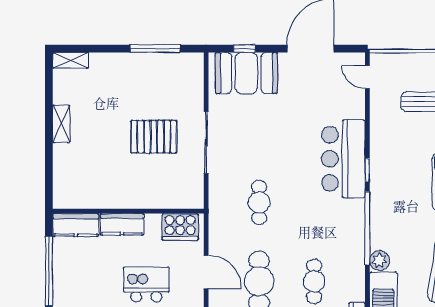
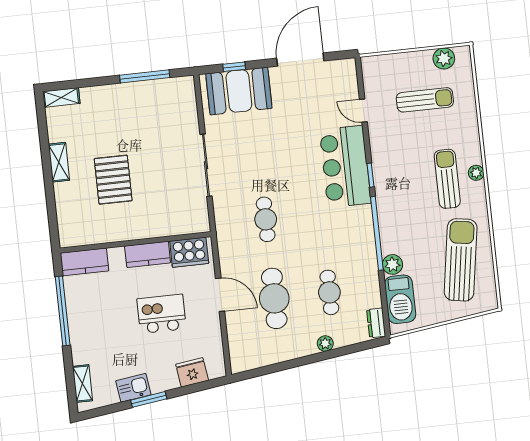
door: (367, 77) -> (363, 111), moved
pallet: (154, 137) -> (113, 180), moved, turned 90
kitchen counter: (122, 224) -> (148, 254), moved

